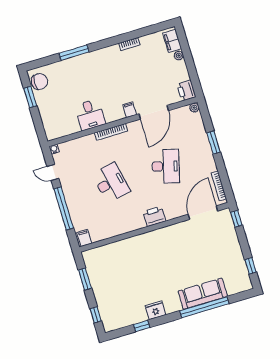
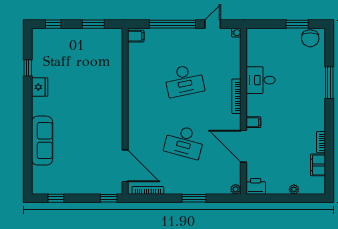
filing cabinet: (172, 41) -> (318, 165), moved, turned -90
printer: (154, 216) -> (136, 115), removed
window: (204, 307) -> (28, 138), removed

